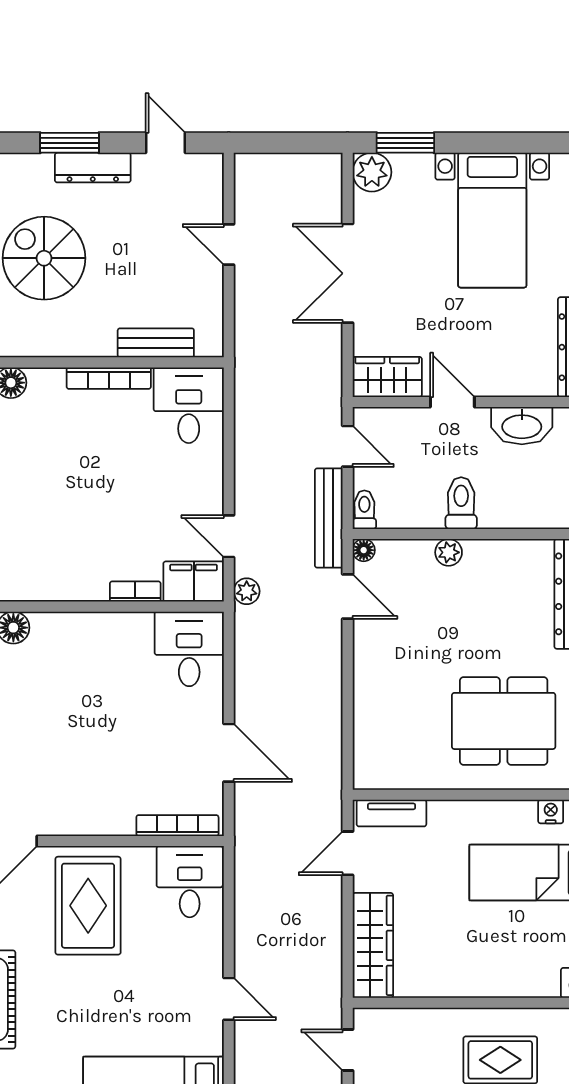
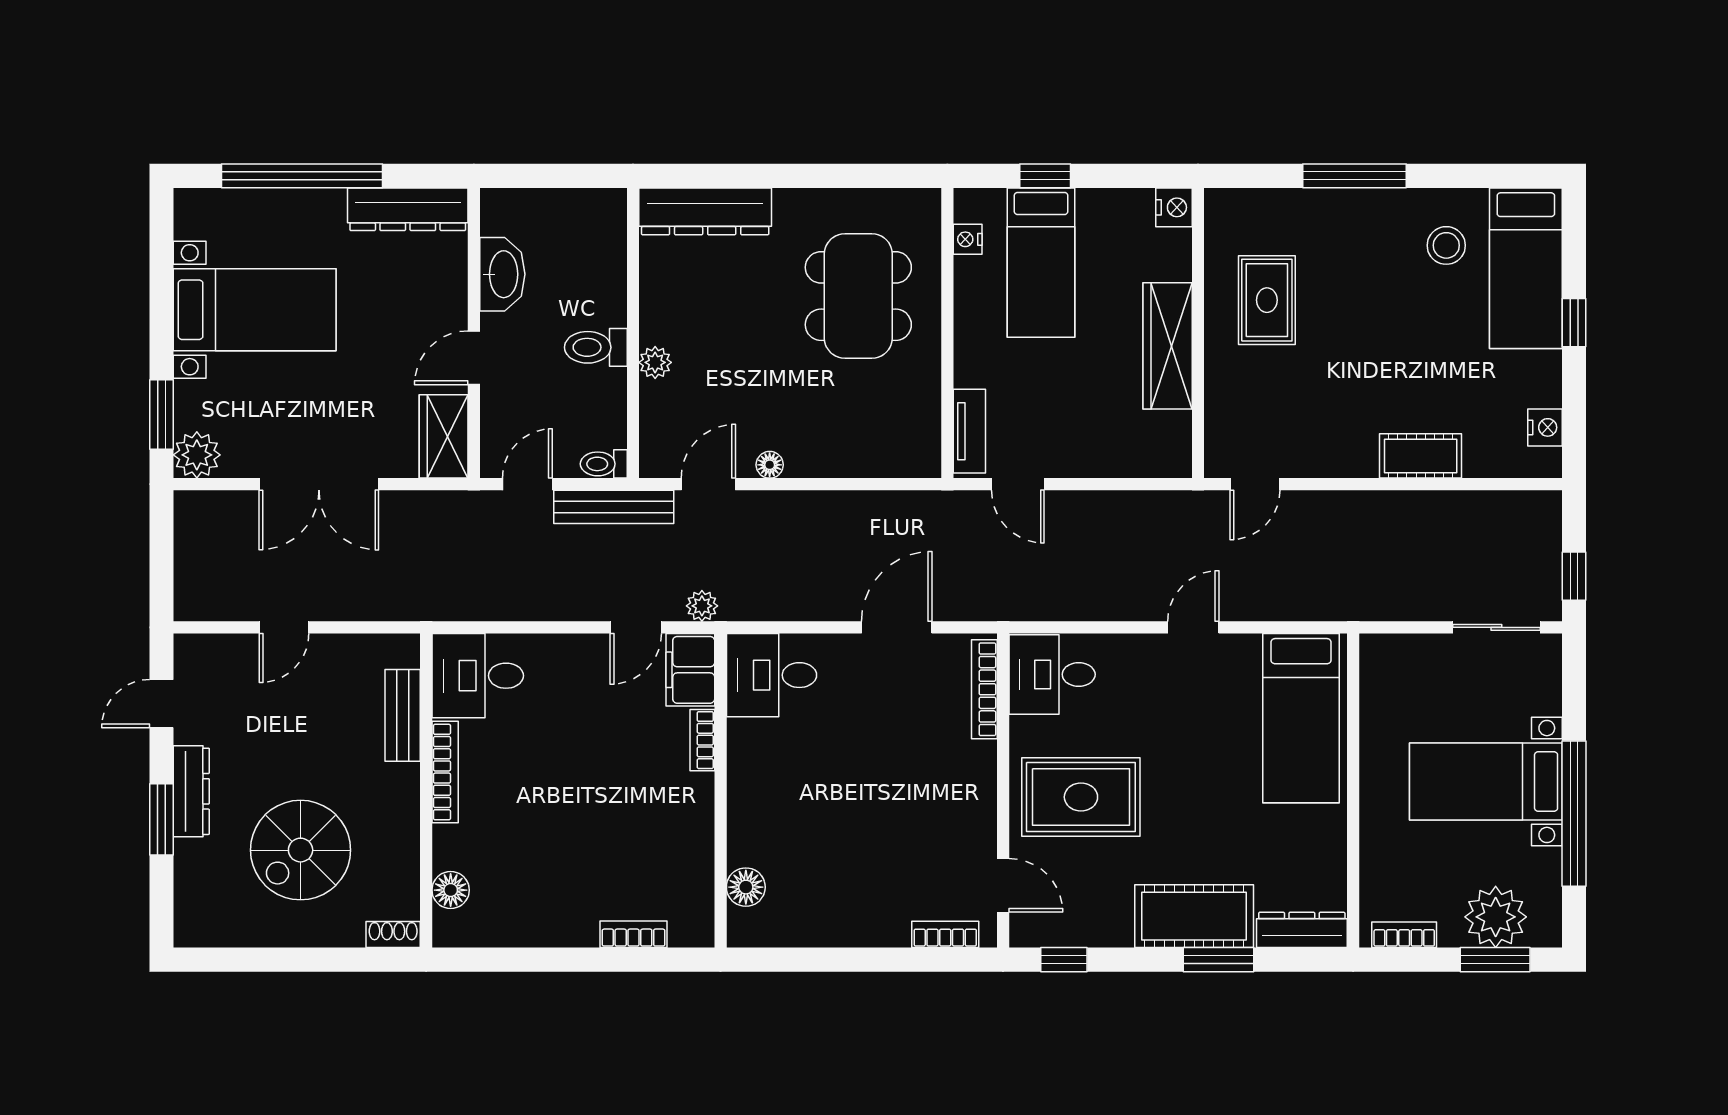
floor lamp: (364, 550) -> (770, 465), moved
wardrobe: (373, 945) -> (1168, 346), moved, turned -90

